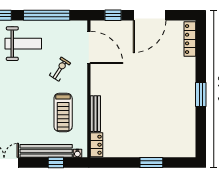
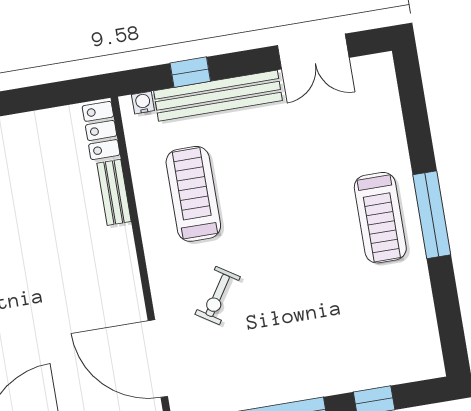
weight bench: (23, 44) -> (315, 341), removed
bench: (95, 114) -> (114, 192), width x0.73

